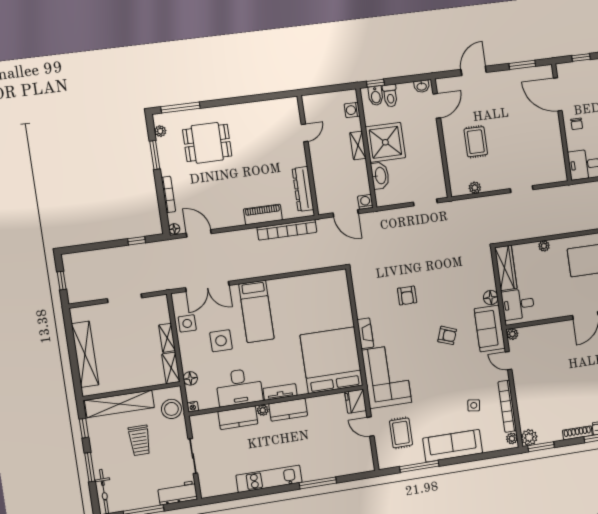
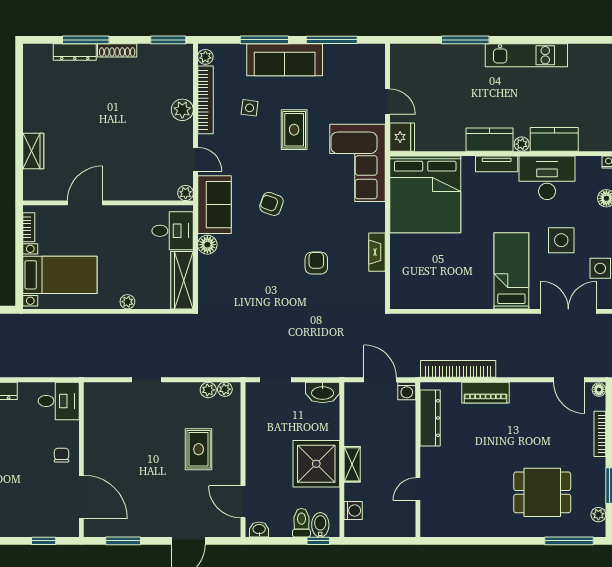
door: (437, 106) -> (243, 502), hinge flipped
washbasin: (380, 176) -> (323, 392), moved, turned -90
plant: (462, 190) -> (225, 389), added
washing machine: (365, 202) -> (407, 391), moved
fireplace: (365, 333) -> (377, 252), moved
rug: (401, 433) -> (294, 130), moved
plant: (529, 437) -> (182, 110), moved
window: (470, 458) -> (264, 40), added

